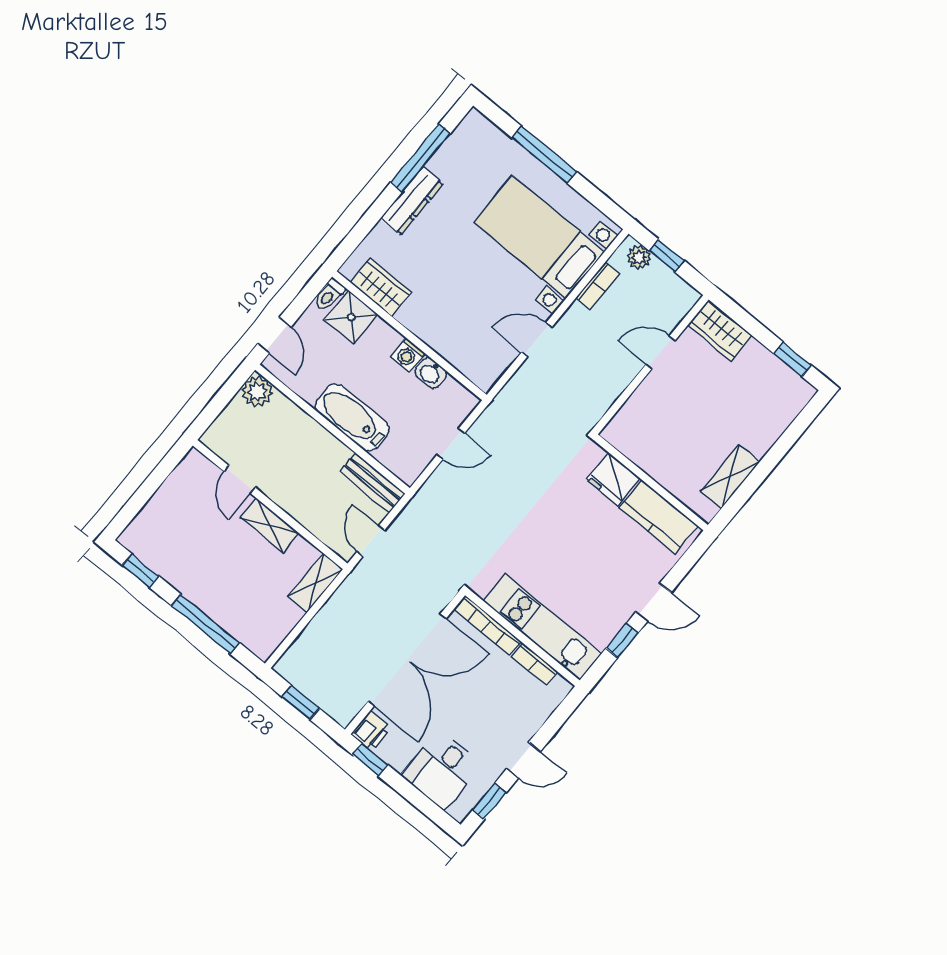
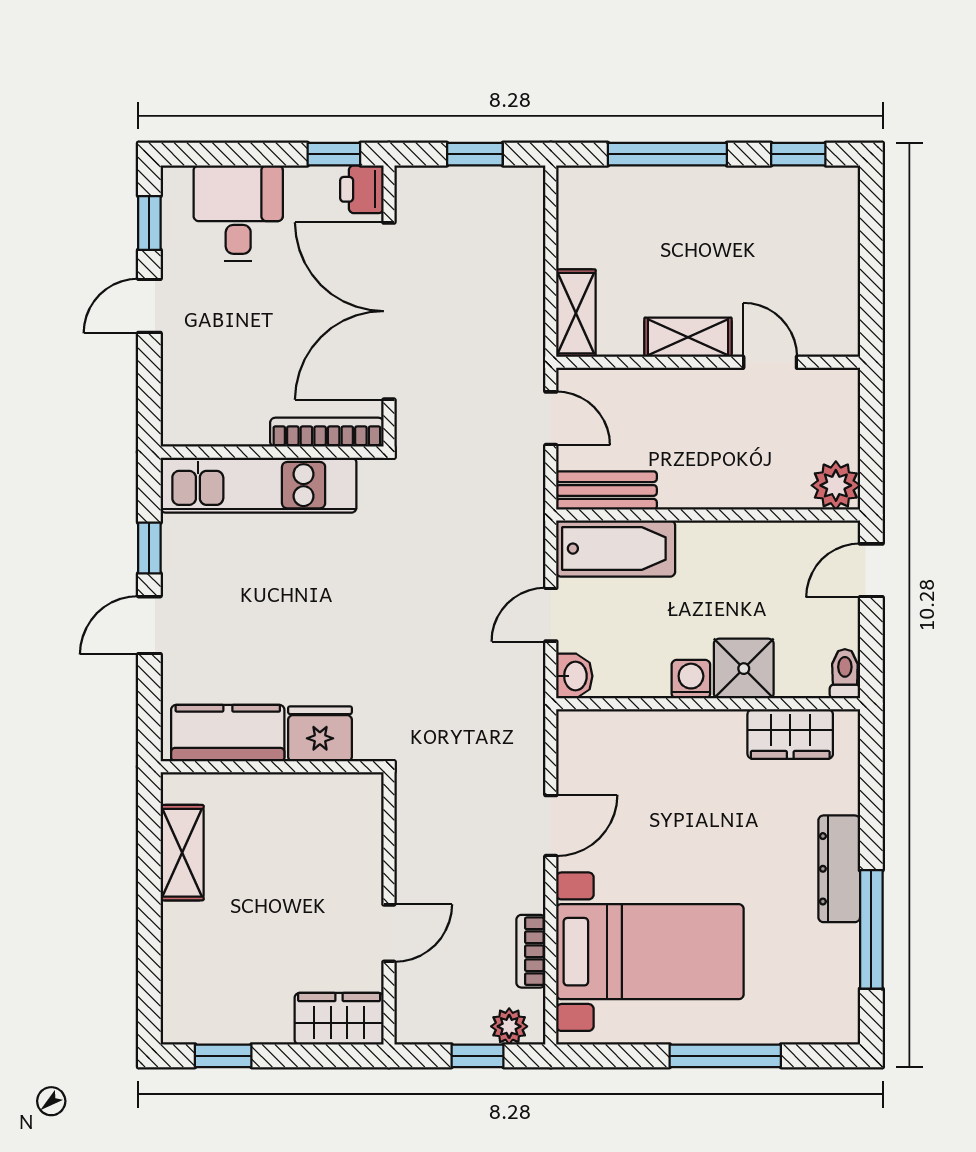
shower: (351, 317) -> (744, 669), moved
door: (274, 335) -> (871, 570), hinge flipped
washbasin: (431, 373) -> (574, 676), moved, turned 90
bathtub: (352, 418) -> (616, 549), moved
bookcase: (534, 664) -> (232, 433), removed

